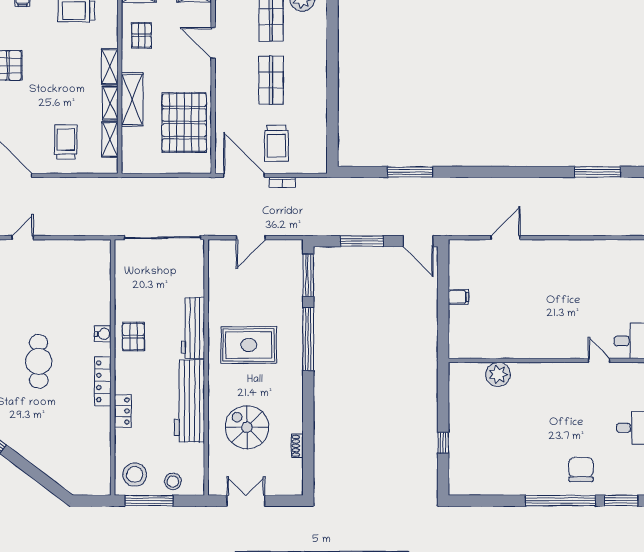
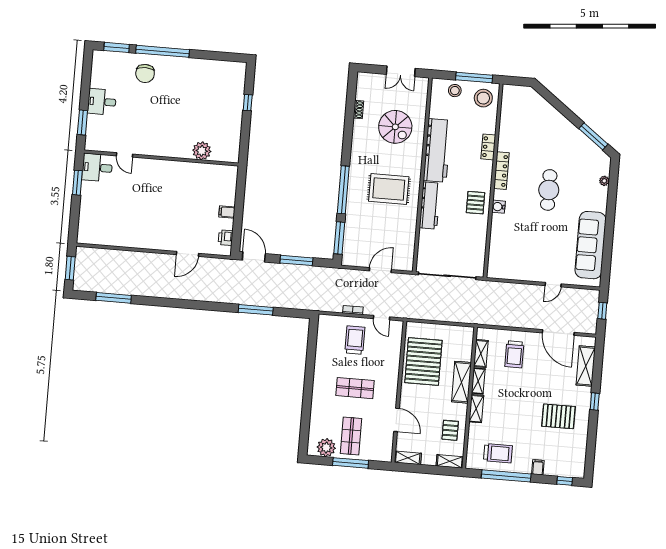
shop shelf: (271, 80) -> (355, 388), turned 90
door: (244, 175) -> (381, 318), width x0.53
printer: (457, 263) -> (226, 238), added

